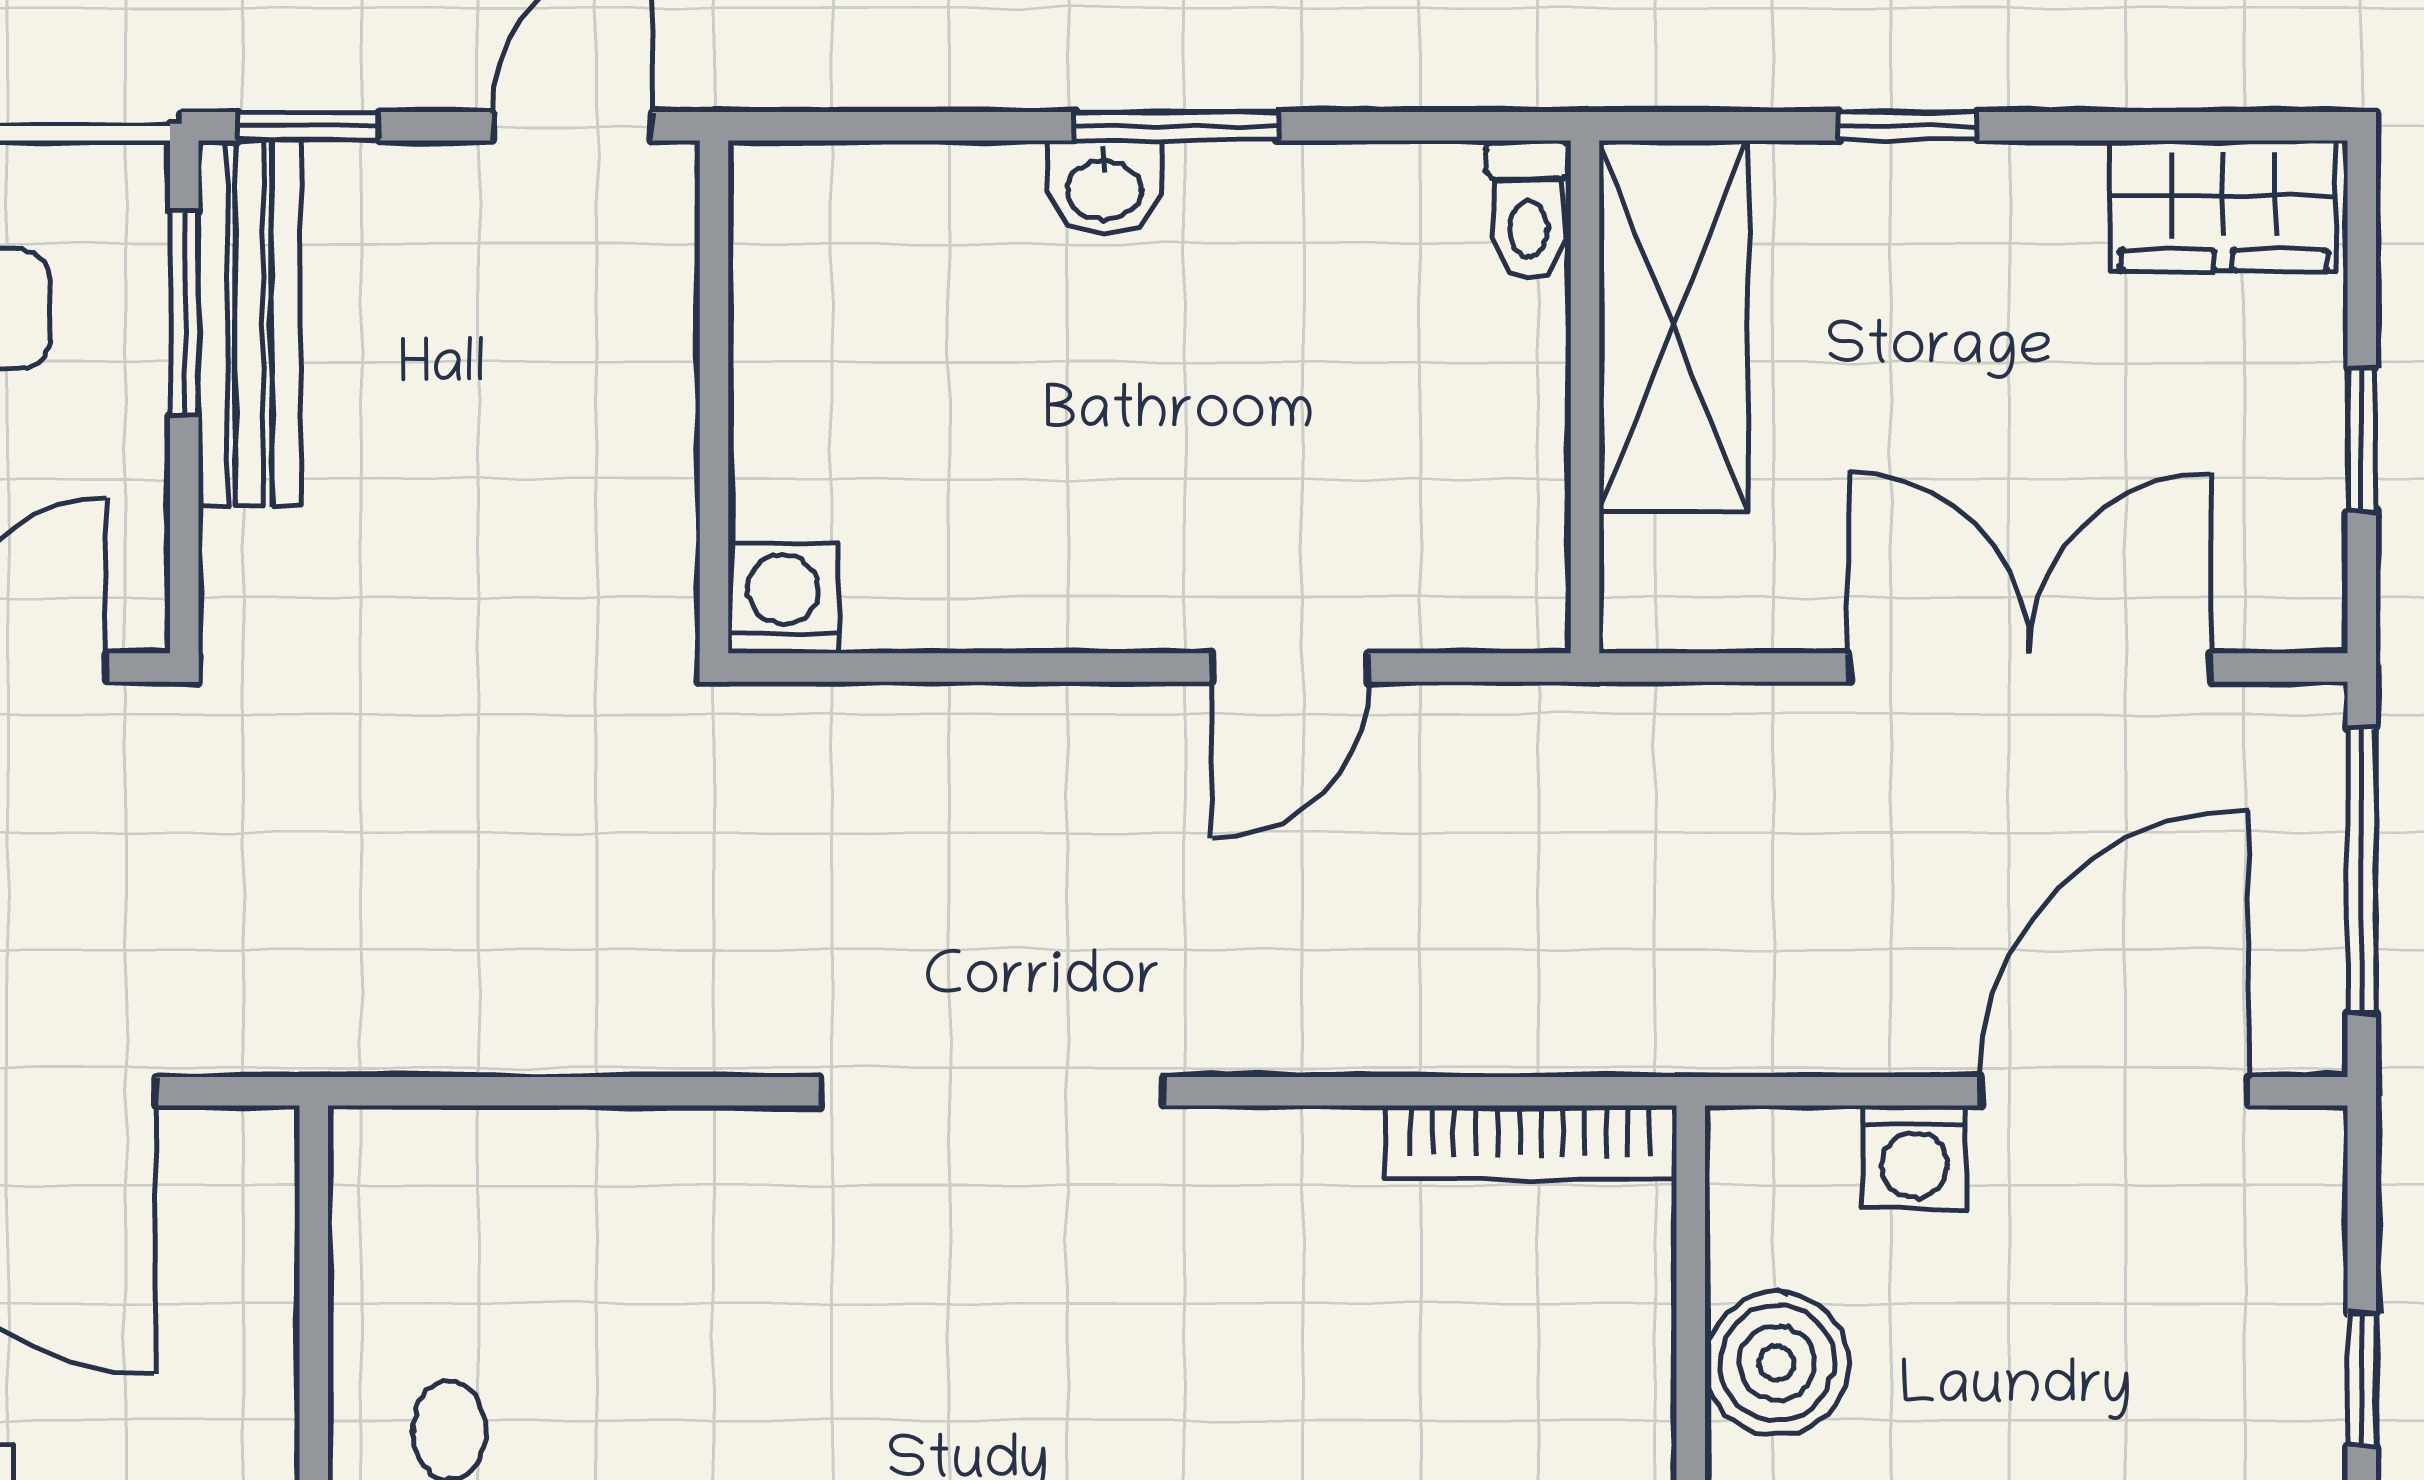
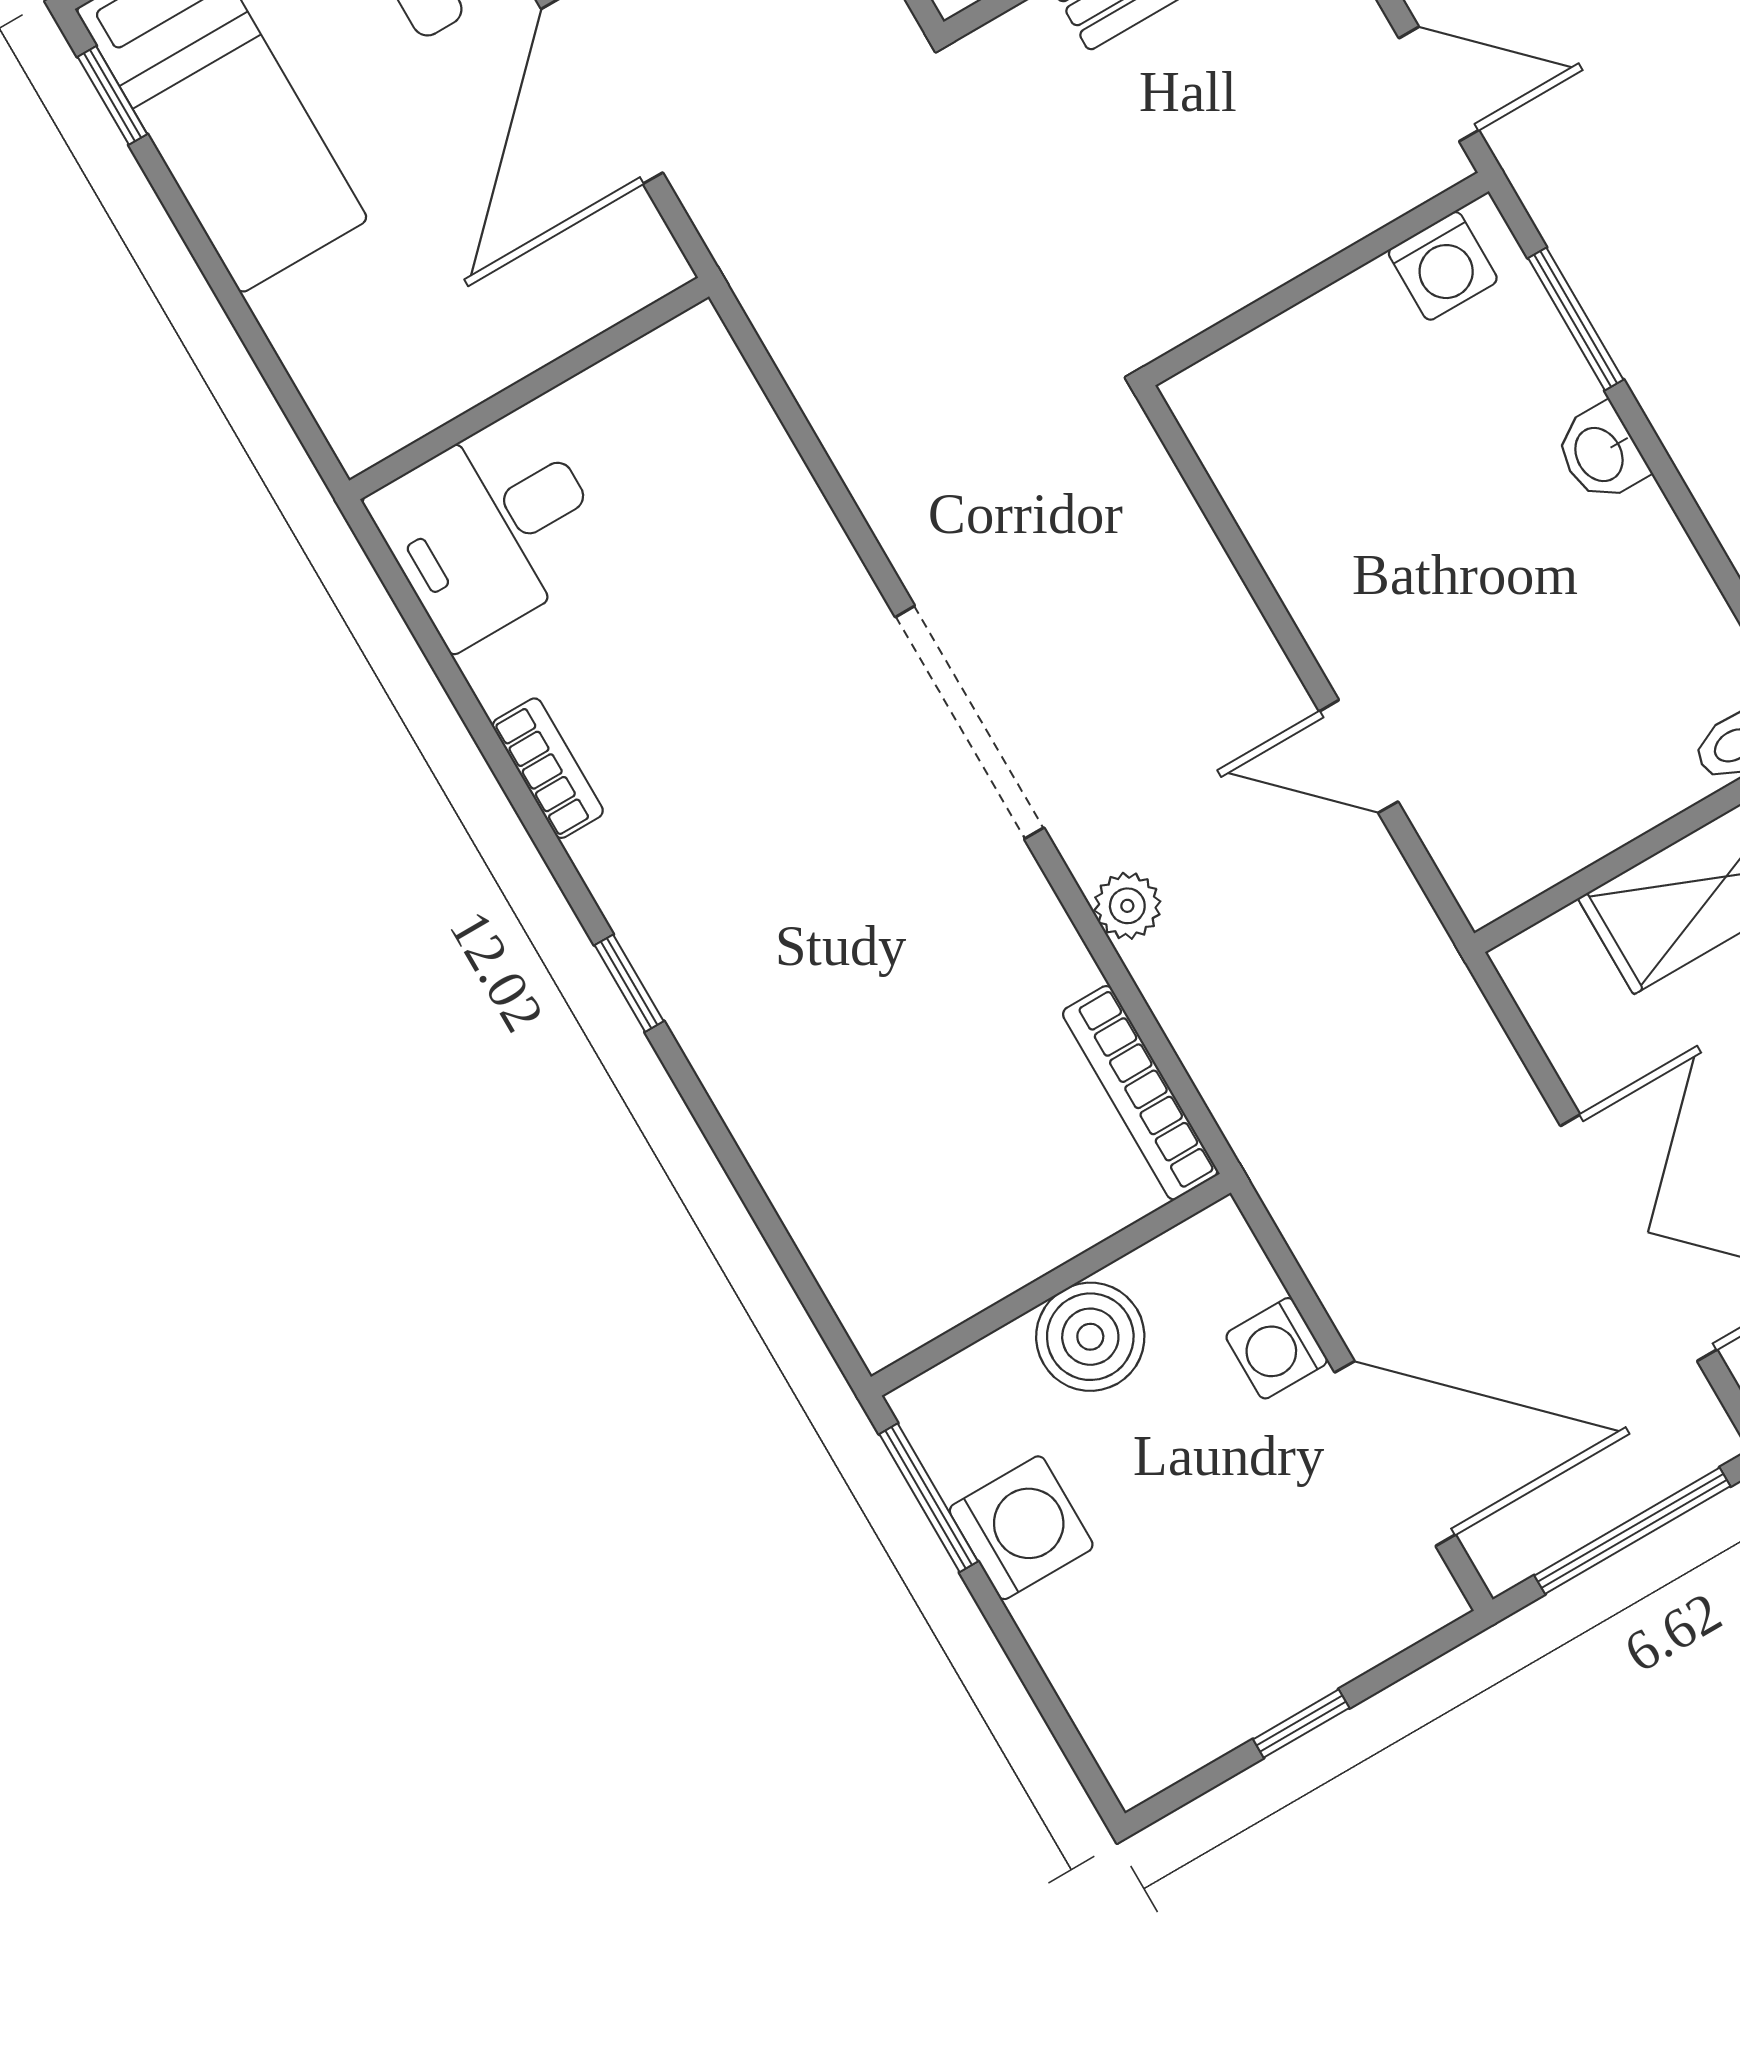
window: (1176, 126) -> (1576, 319), moved
washing machine: (783, 598) -> (1443, 266), moved, turned 90
plant: (1307, 1033) -> (1127, 906), added

